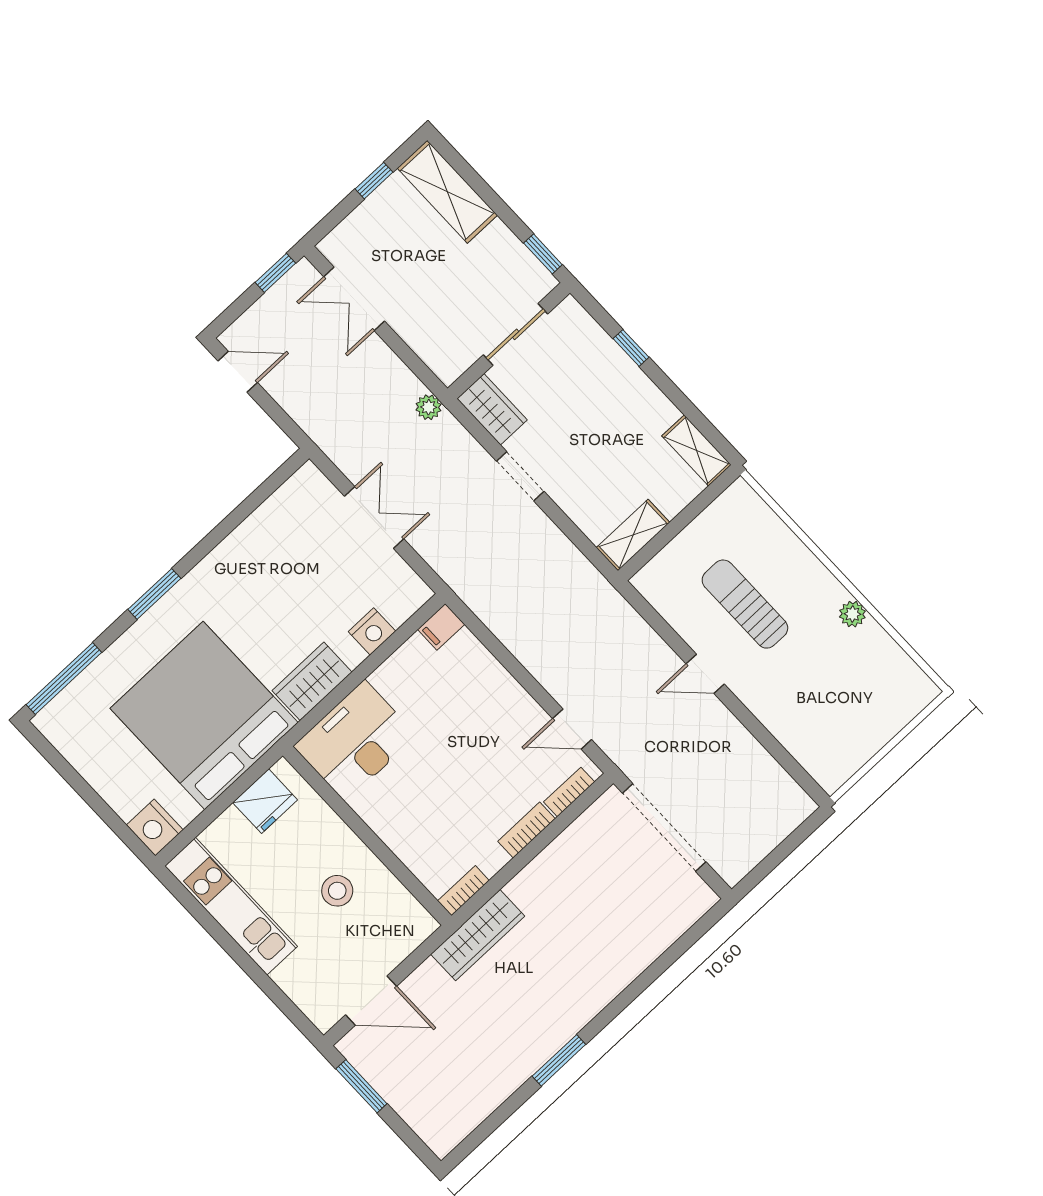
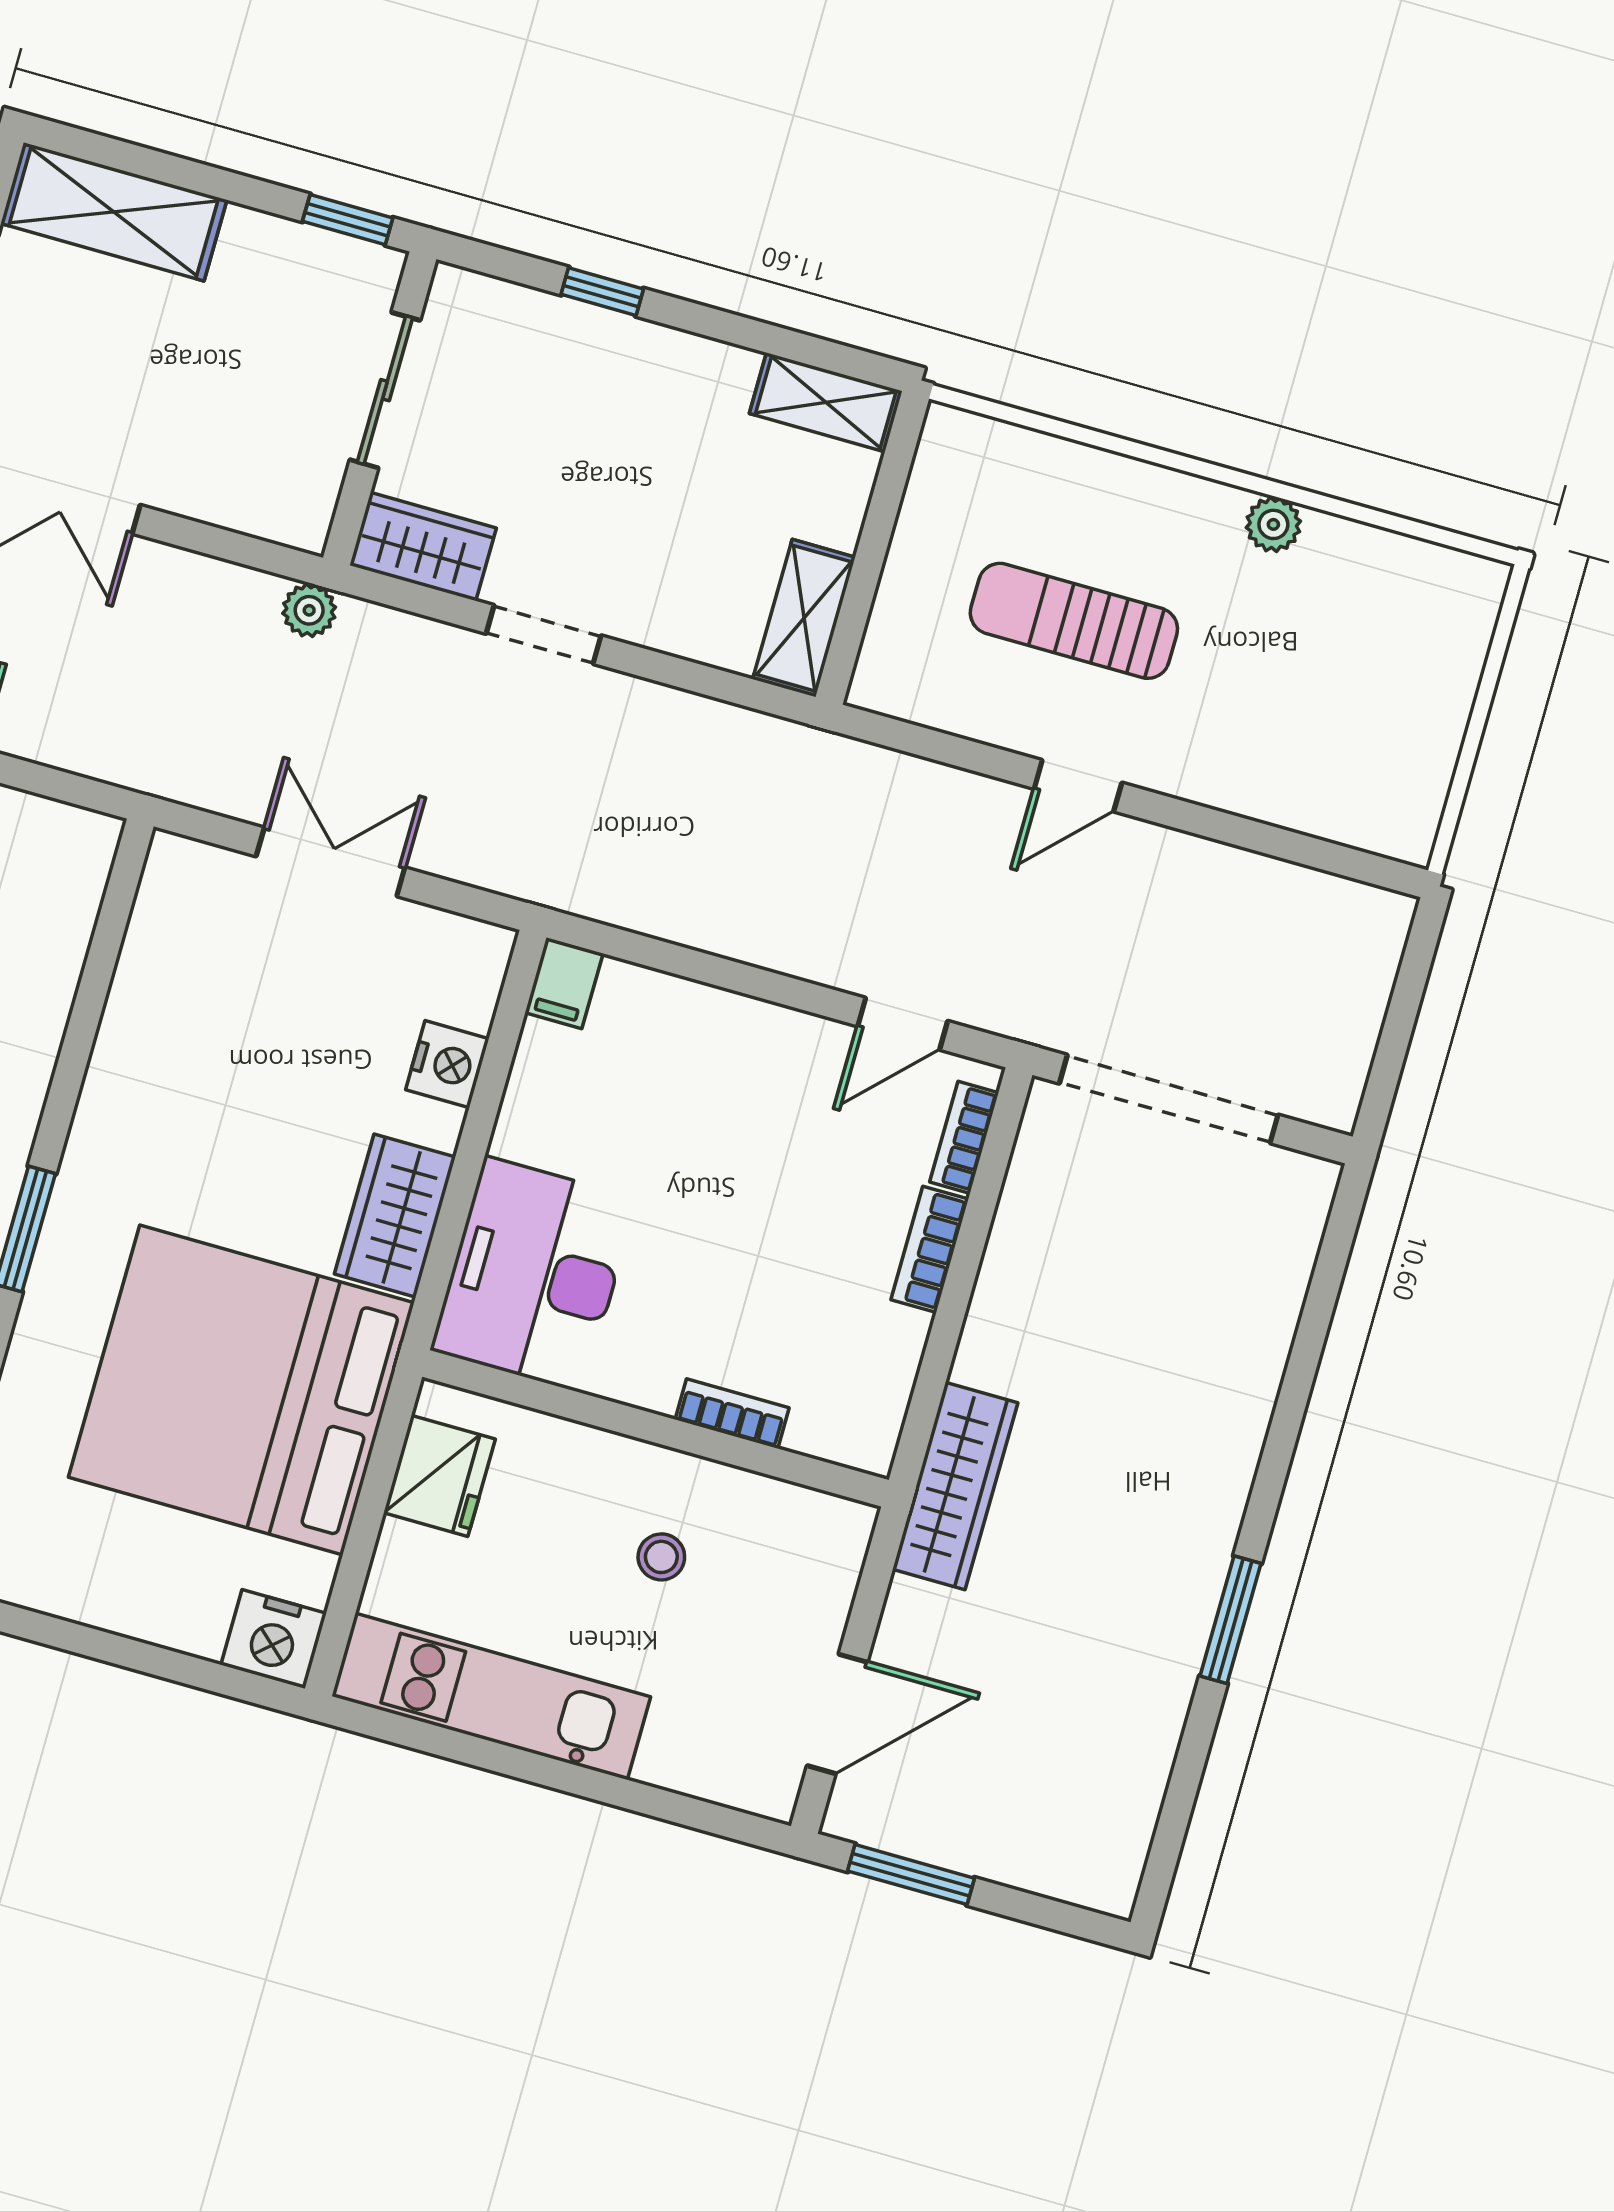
stool: (337, 891) -> (661, 1557), width x0.73, depth x0.73
bookcase: (463, 891) -> (732, 1414), moved, turned 90

